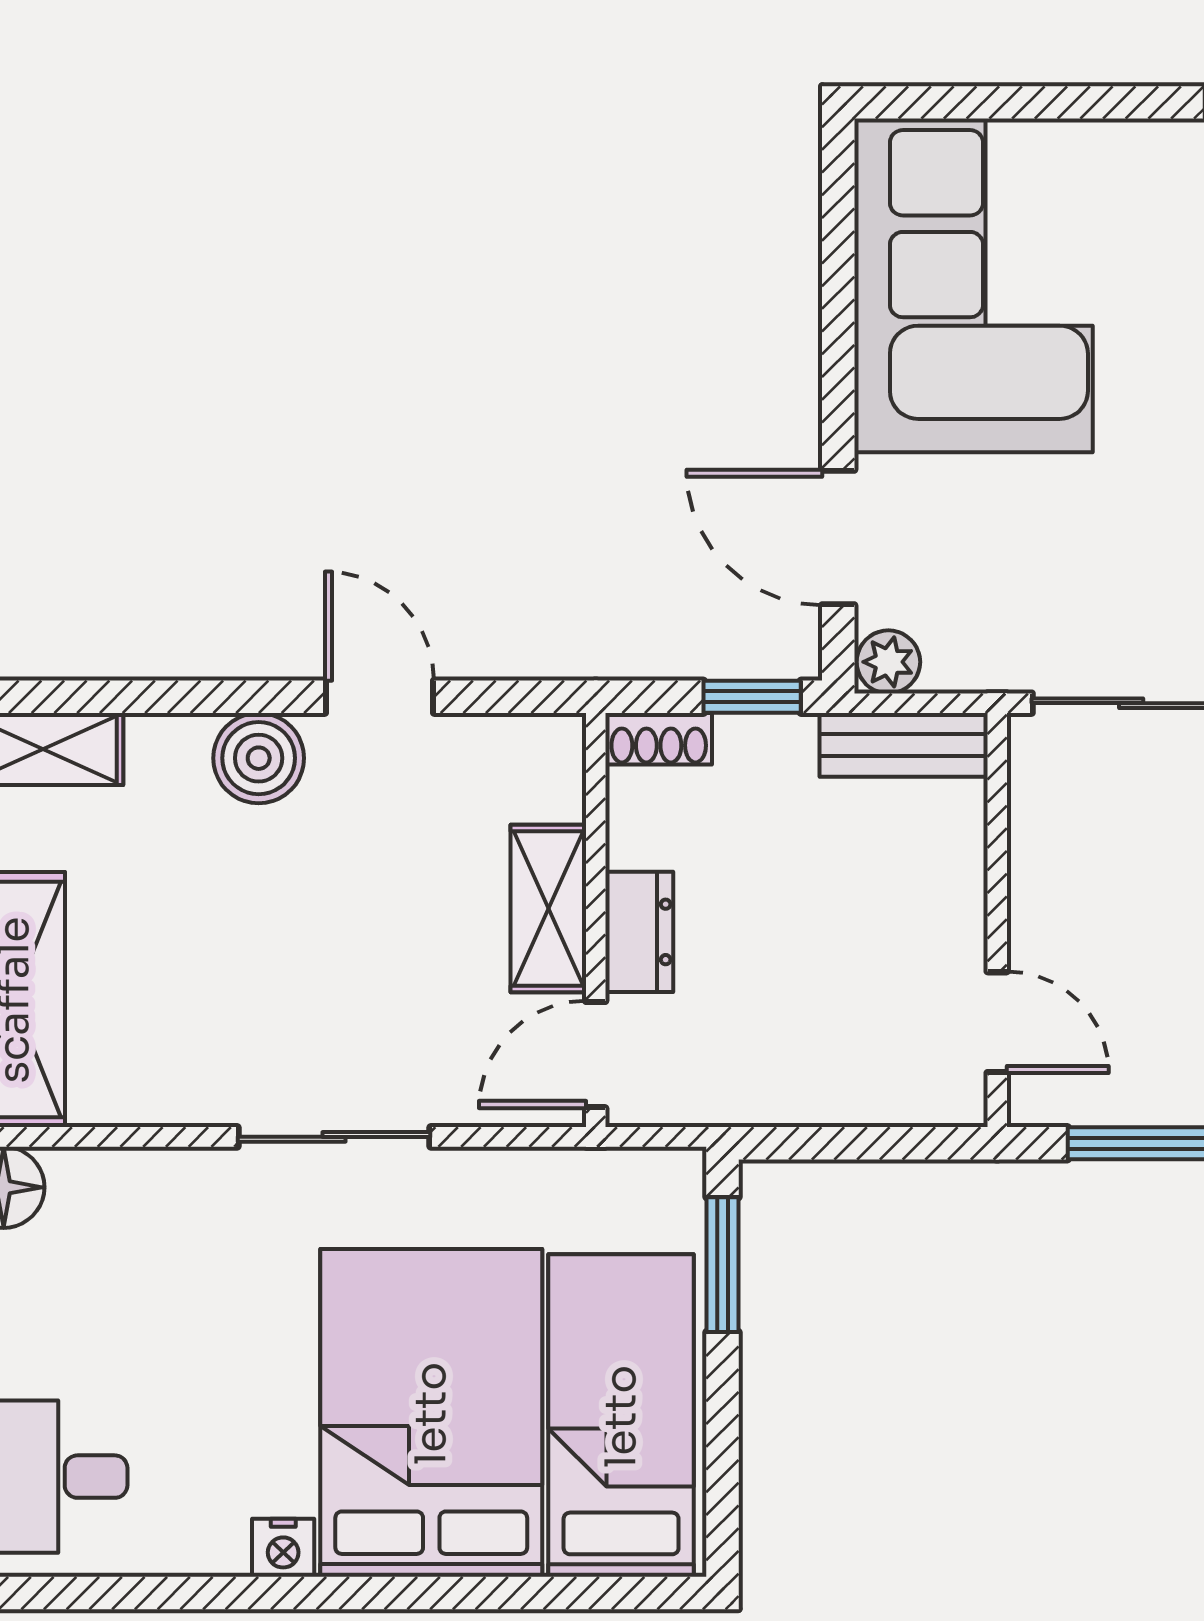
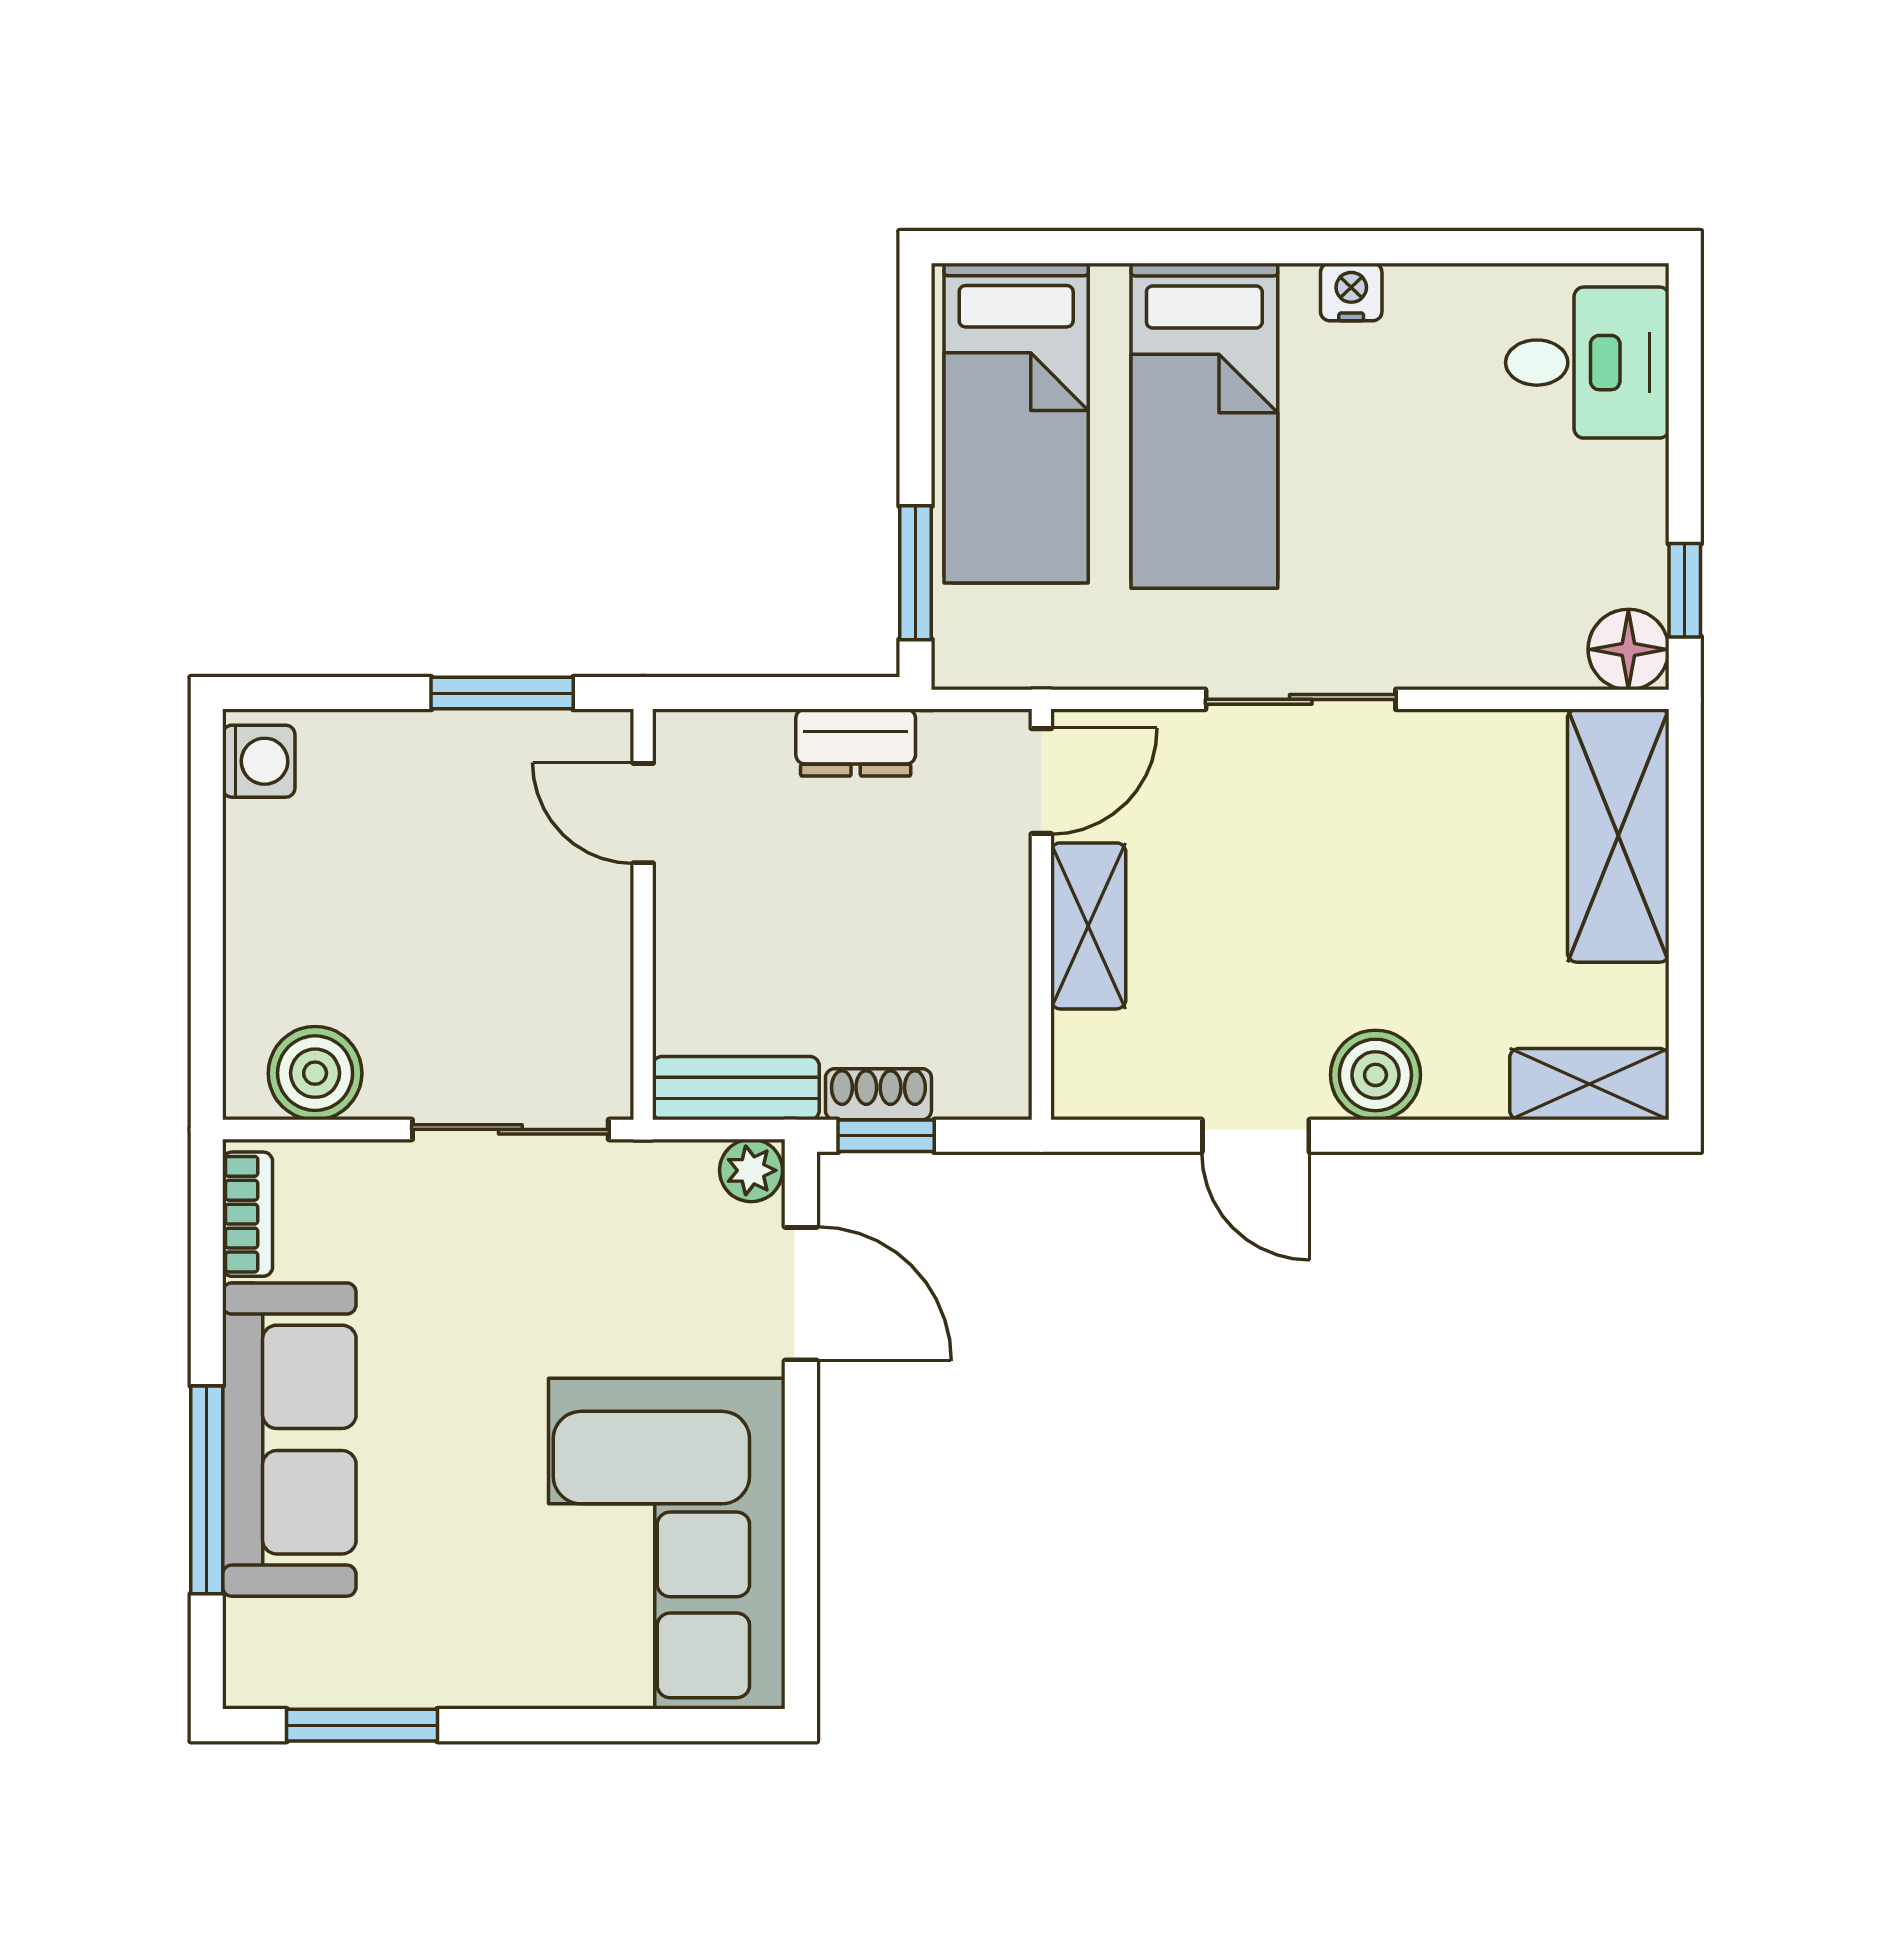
shoe rack: (659, 739) -> (878, 1094), moved
dresser: (639, 932) -> (856, 743), moved, turned -90
bed: (431, 1413) -> (1204, 426), width x0.67

